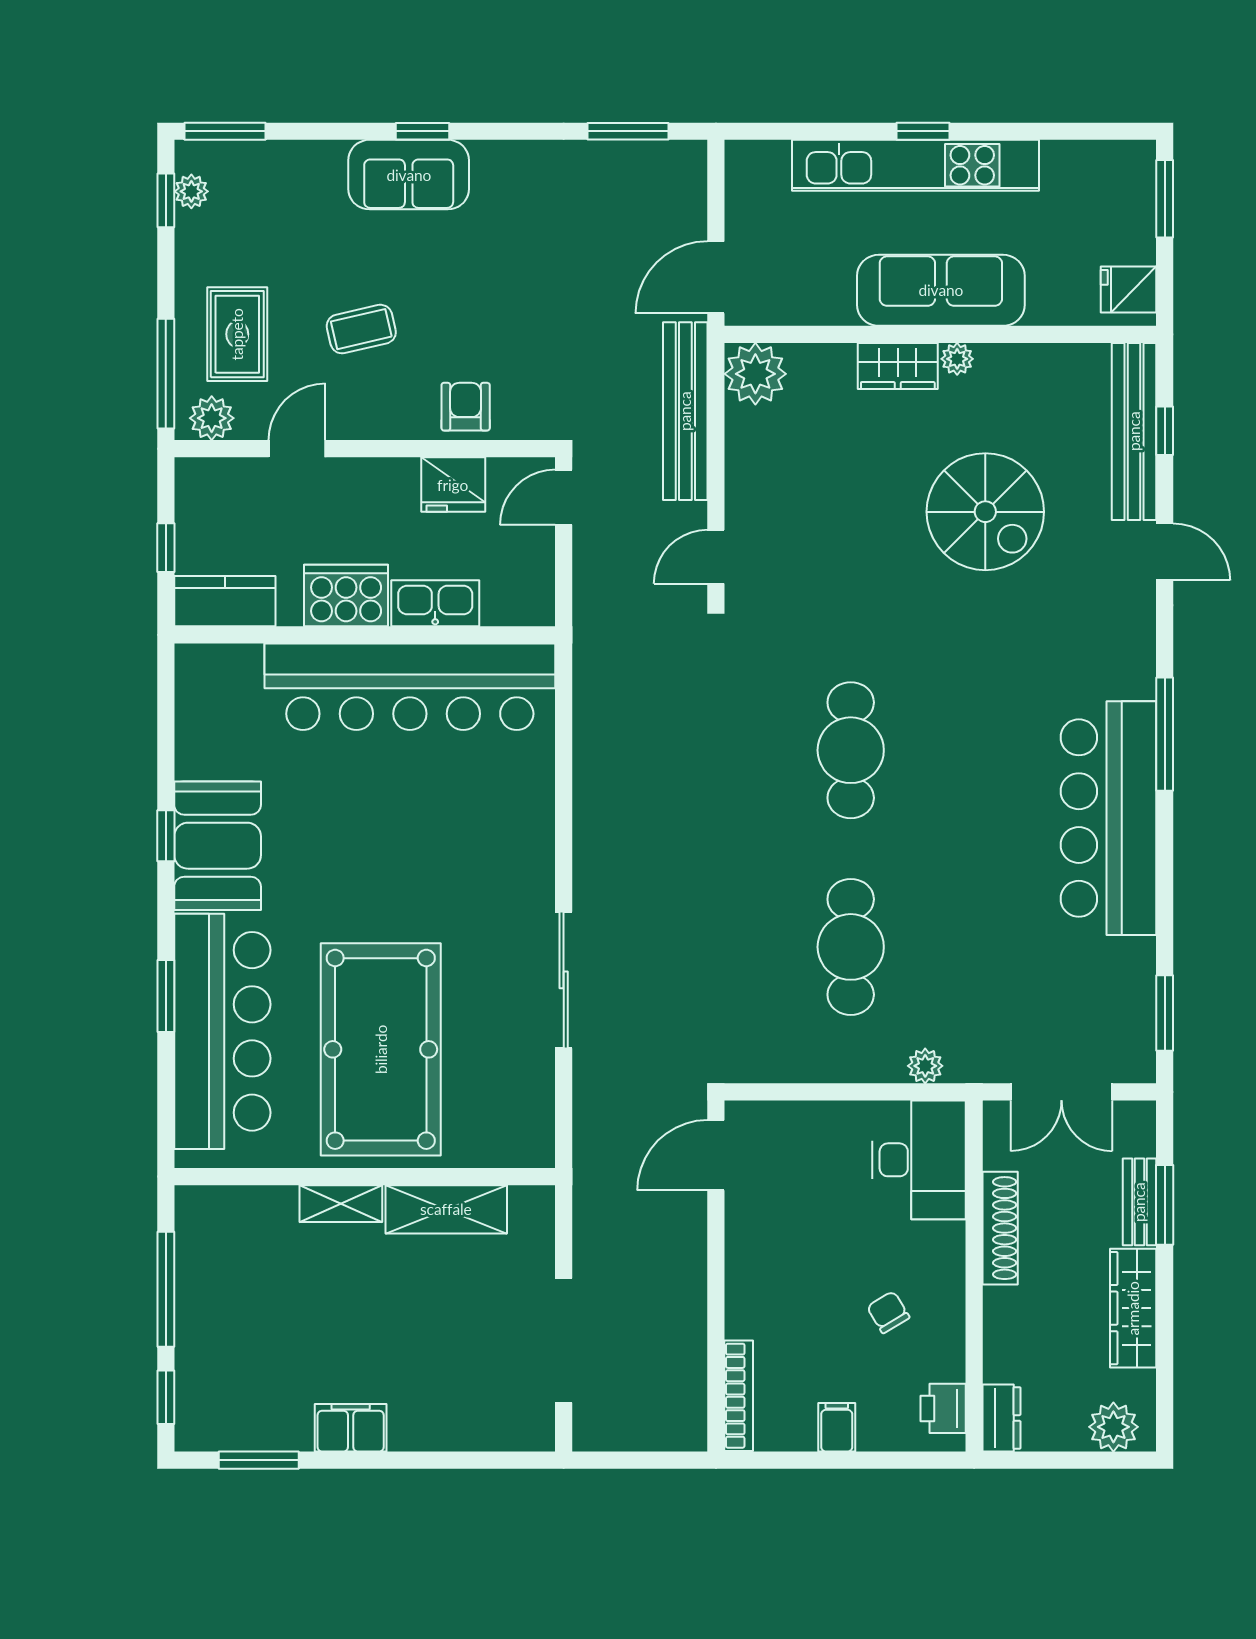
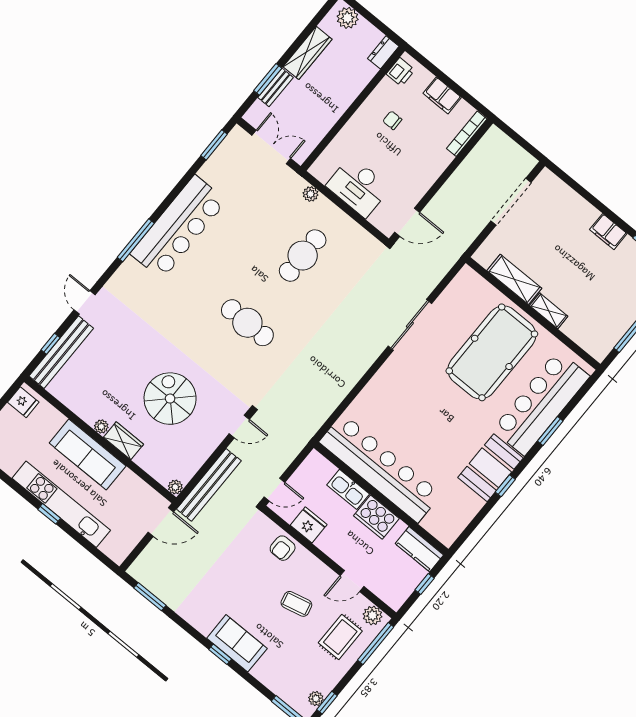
plant: (755, 374) -> (175, 487), width x0.53, depth x0.53
spiral stairs: (985, 512) -> (170, 399), moved
cafe table: (851, 750) -> (247, 323), turned 90
desk: (919, 1160) -> (358, 187), moved, turned -90
shoe rack: (1000, 1228) -> (330, 118), removed
chair: (888, 1312) -> (392, 120), turned 121
filing cabinet: (837, 1427) -> (442, 95), width x2.00

